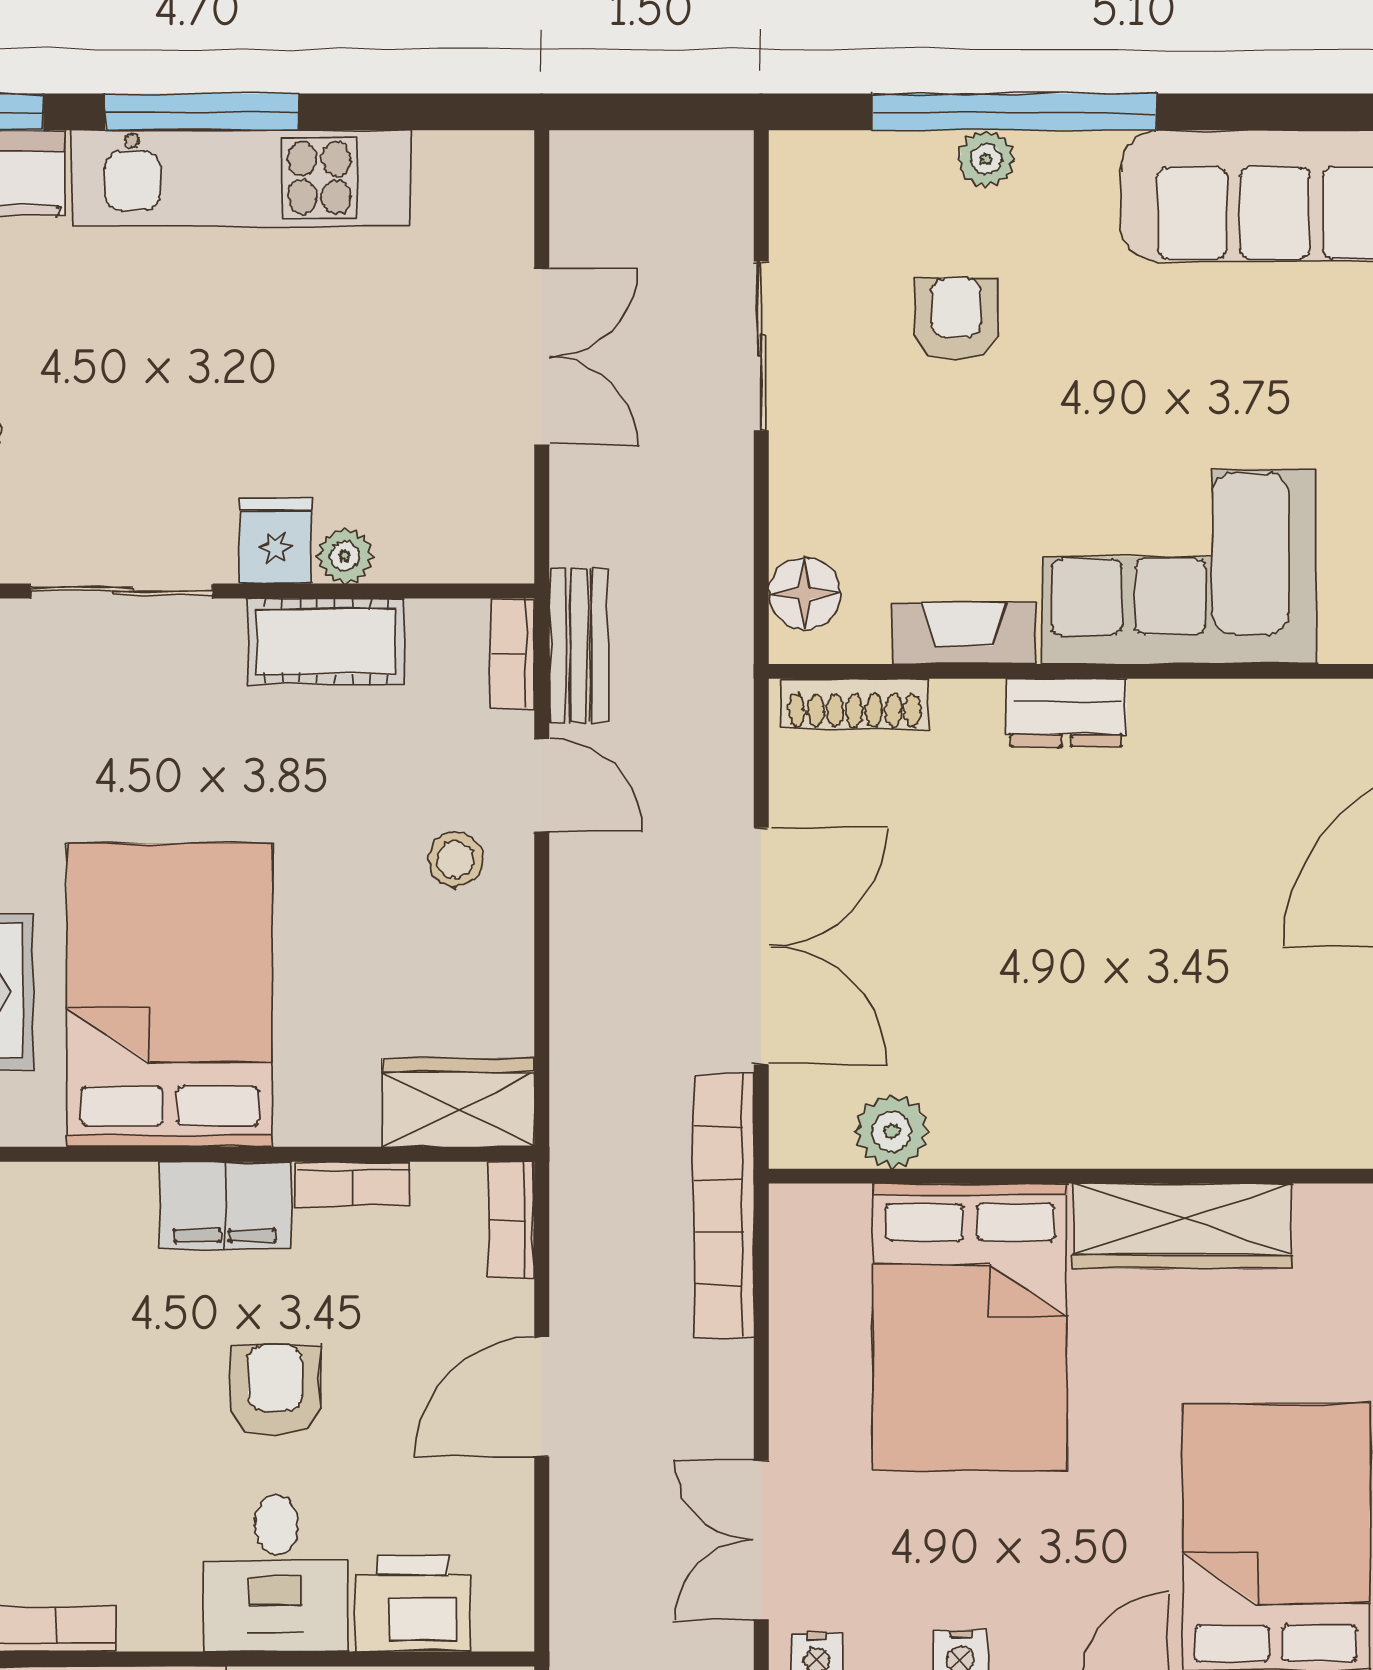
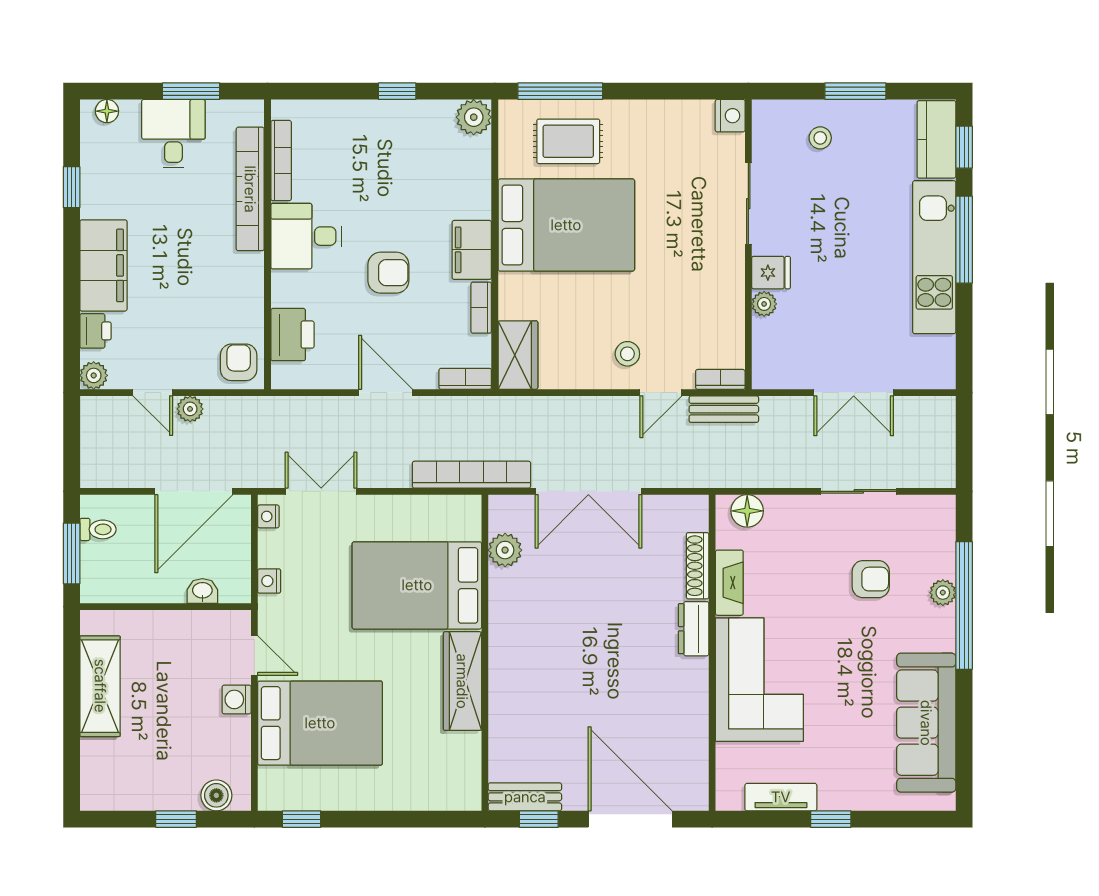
cot: (326, 641) -> (726, 295), removed
shoe rack: (855, 704) -> (698, 566), moved
desk: (276, 1573) -> (306, 236), moved

